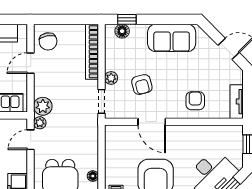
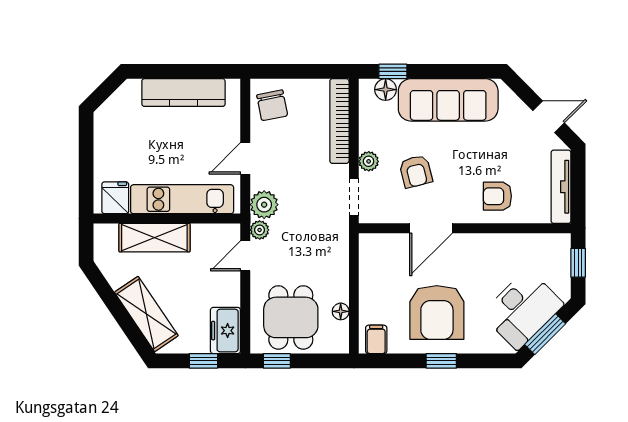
sofa: (172, 38) -> (448, 100), width x1.36
door: (31, 63) -> (245, 158), moved
armchair: (195, 101) -> (497, 196), turned -90
tv unit: (237, 102) -> (561, 187), width x1.41
door: (152, 122) -> (431, 228), hinge flipped

